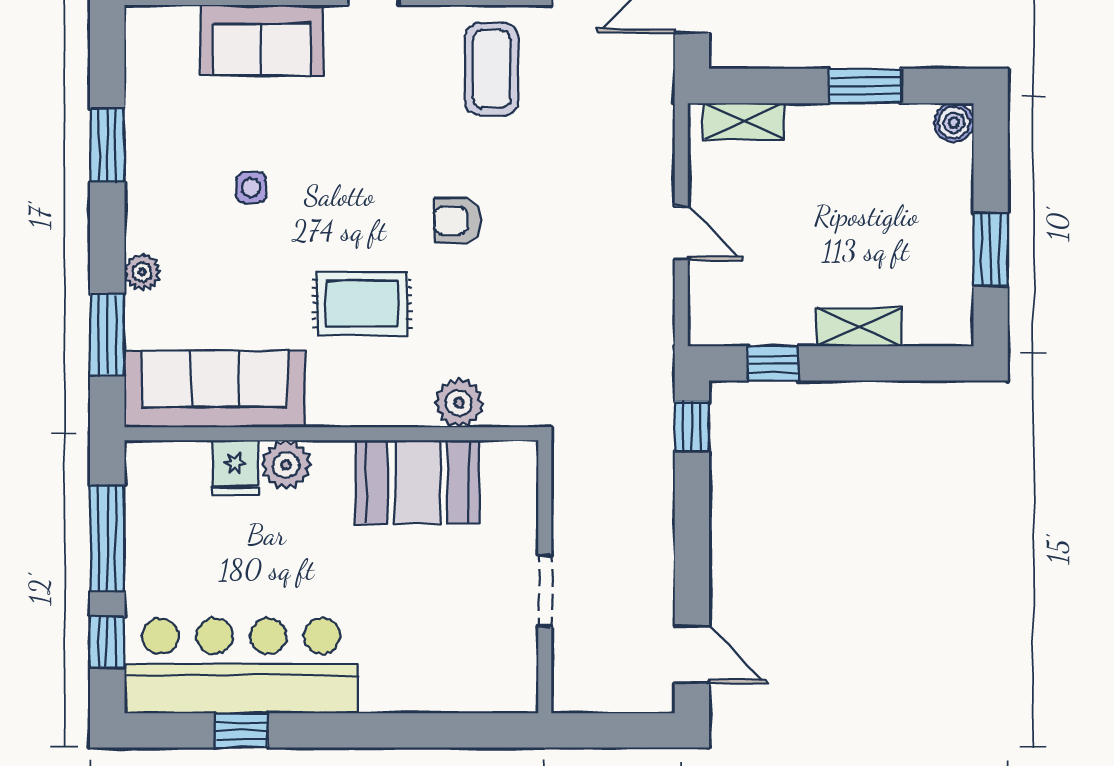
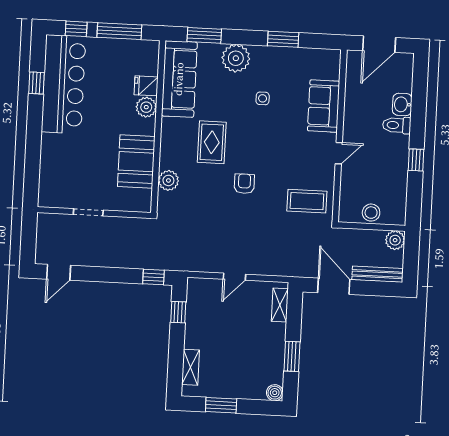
plant: (142, 272) -> (236, 58), width x1.87, depth x1.87
shelving: (859, 327) -> (191, 367), moved

